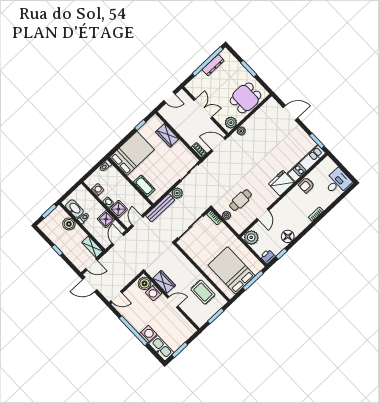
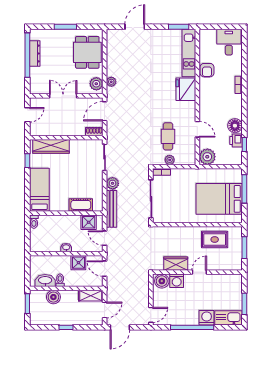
wardrobe: (167, 135) -> (51, 146), width x1.50
bed: (132, 153) -> (39, 190), width x0.67
washing machine: (98, 190) -> (47, 247), removed
shower: (118, 209) -> (89, 222), moved
printer: (268, 257) -> (236, 140), moved

